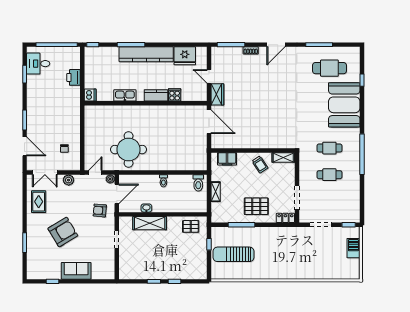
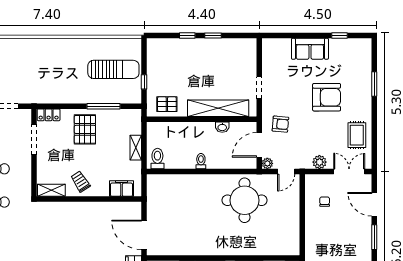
pallet: (256, 206) -> (85, 129), turned 90
shelving: (150, 223) -> (218, 108), width x1.47
armchair: (63, 232) -> (327, 97), turned -149

